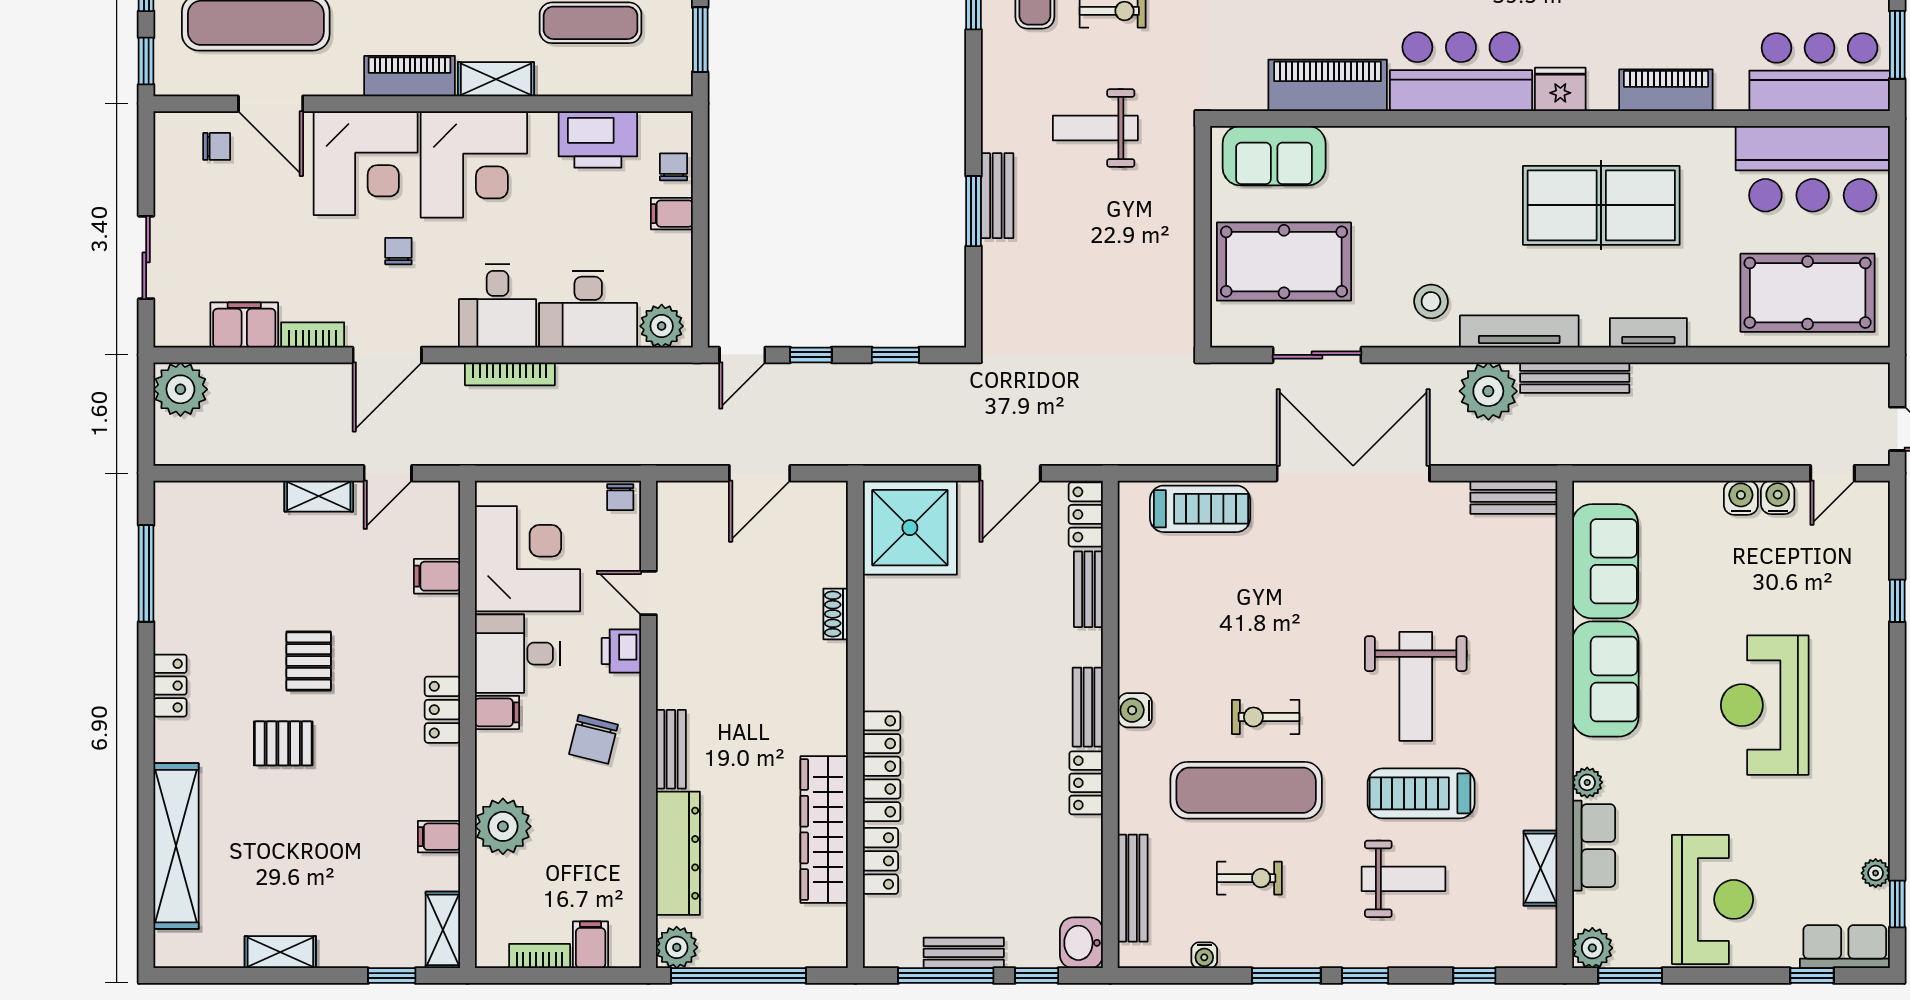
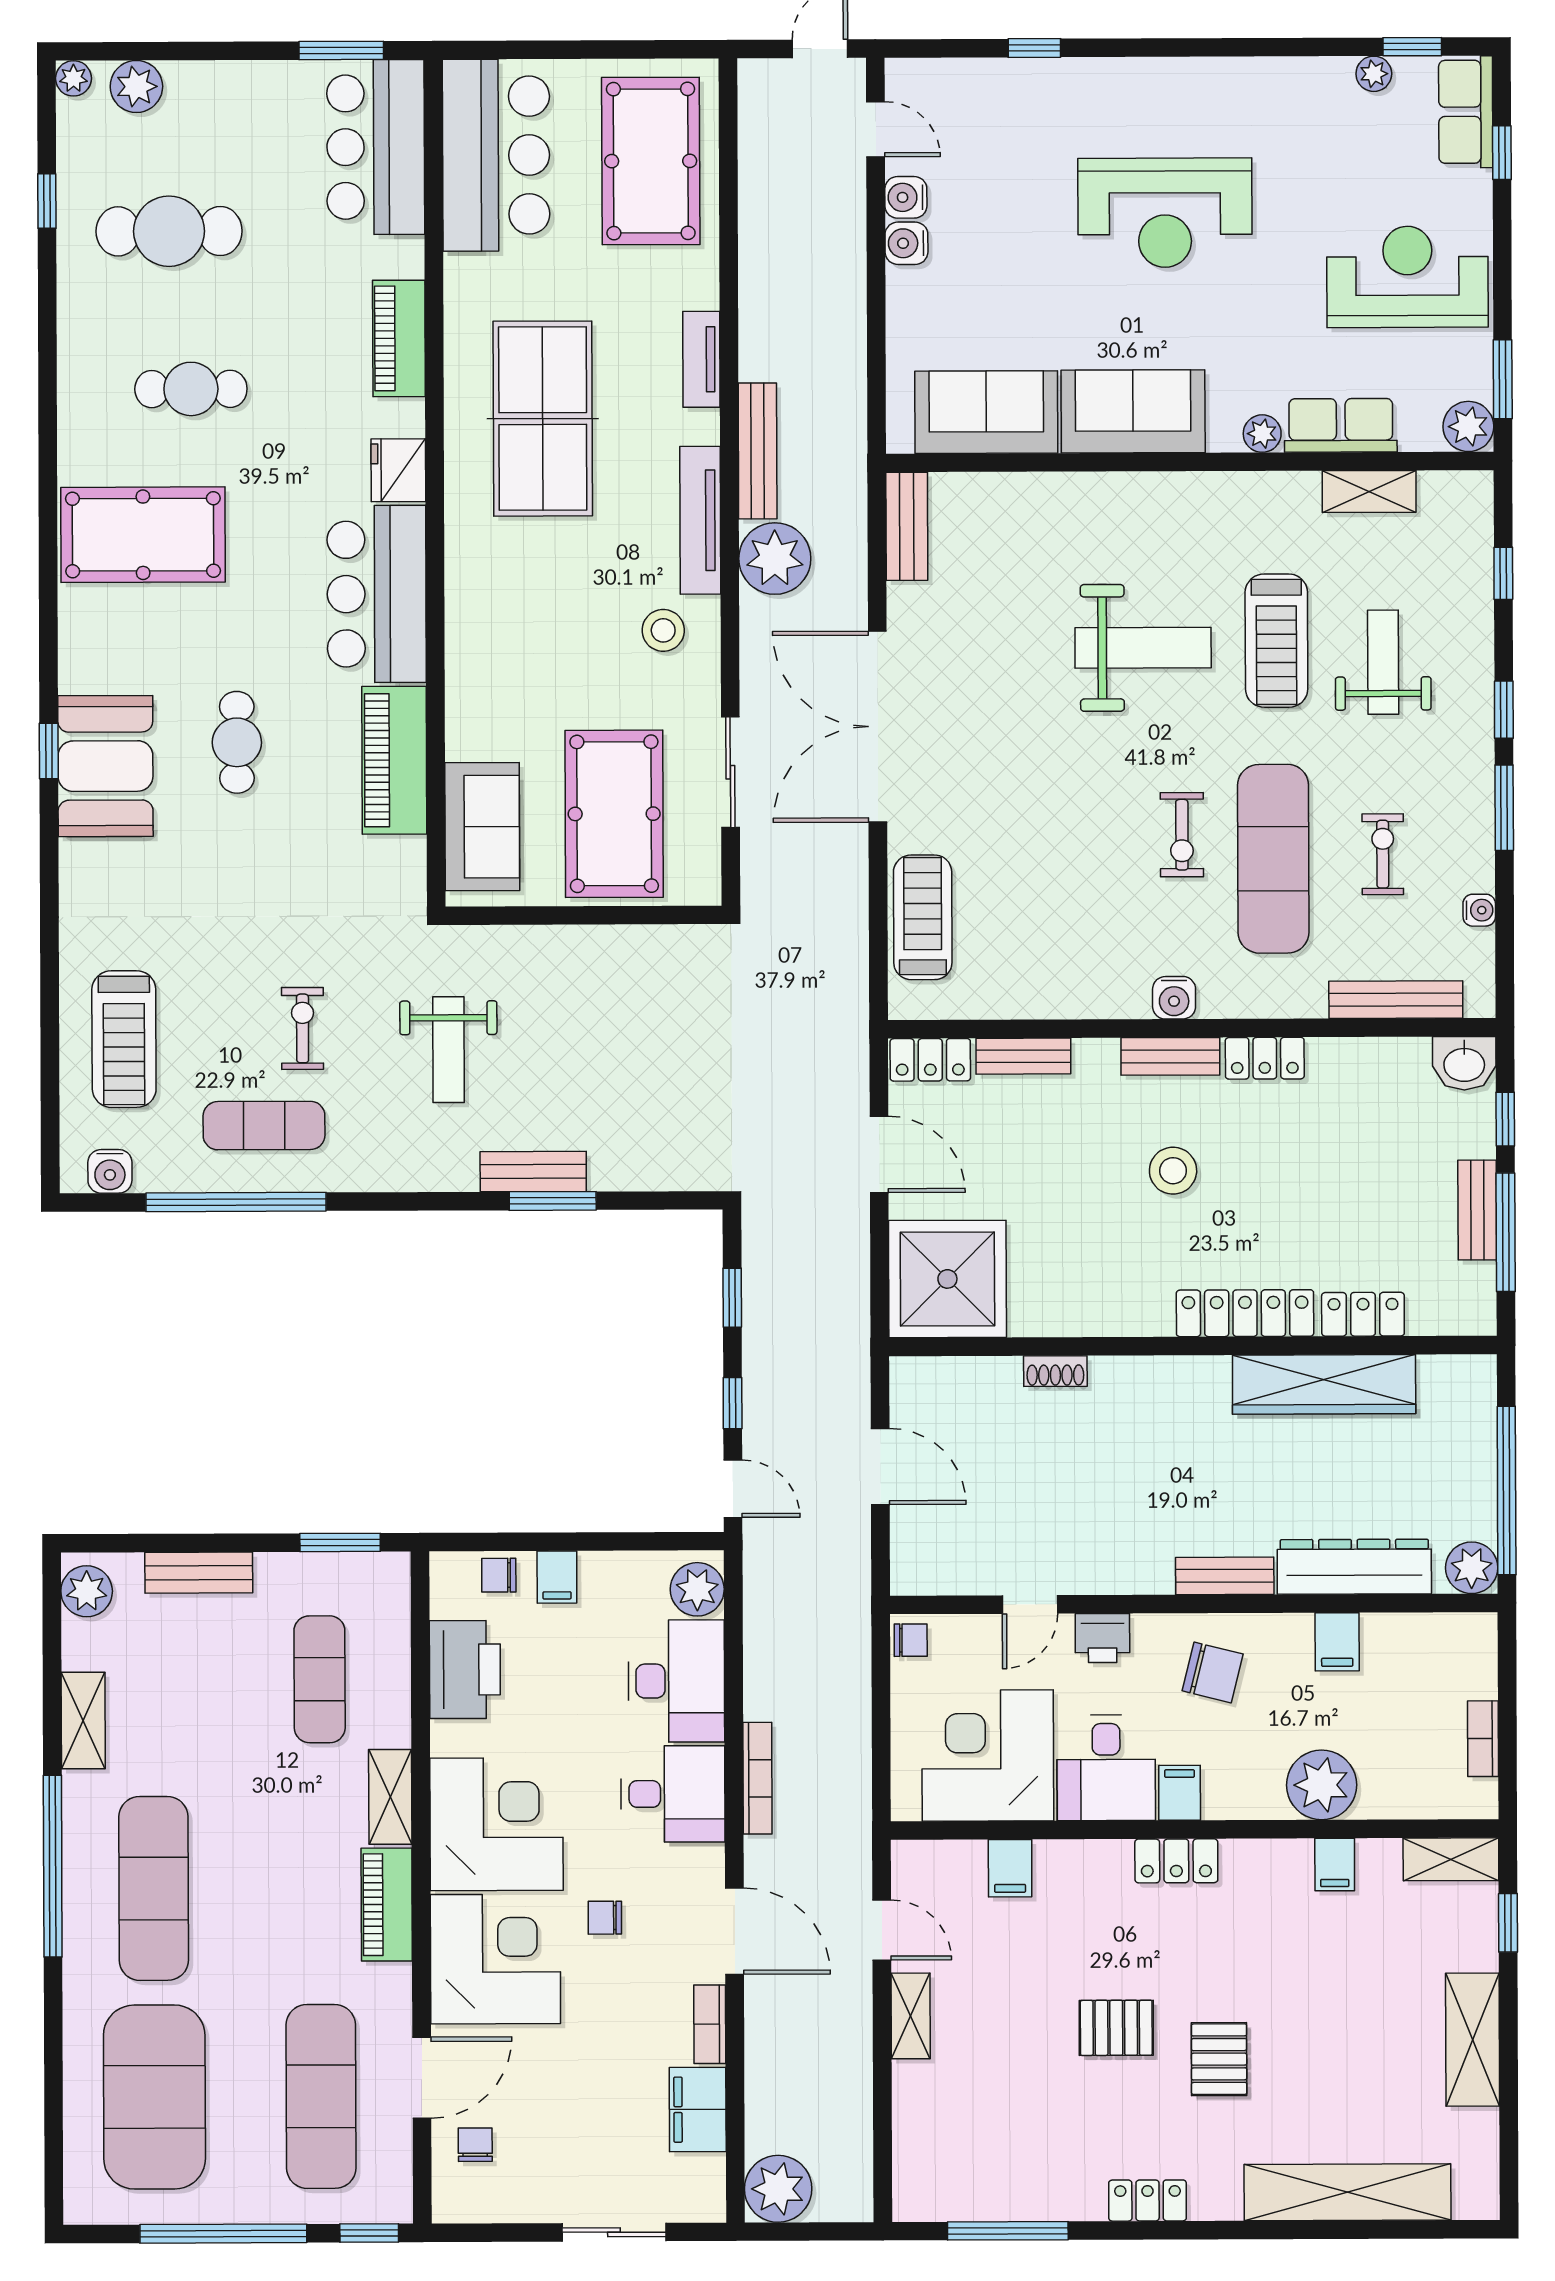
stool: (996, 709) -> (1173, 1171), added
filing cabinet: (591, 945) -> (1337, 1642), moved, turned -90
shelving: (280, 952) -> (1473, 2040), width x1.50, depth x1.33

